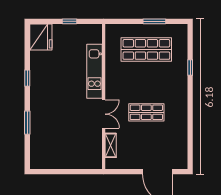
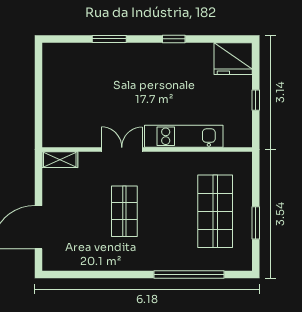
window: (190, 68) -> (189, 274), width x3.17
double door: (104, 114) -> (122, 149), swing flipped
shelving: (111, 145) -> (60, 160), moved

